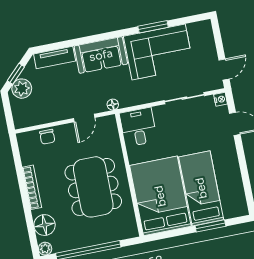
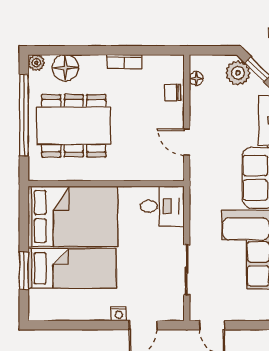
nightstand: (221, 99) -> (119, 314), moved
floor lamp: (113, 105) -> (196, 78), moved
bookcase: (32, 187) -> (124, 61), width x0.64
dining table: (93, 187) -> (74, 126), moved

